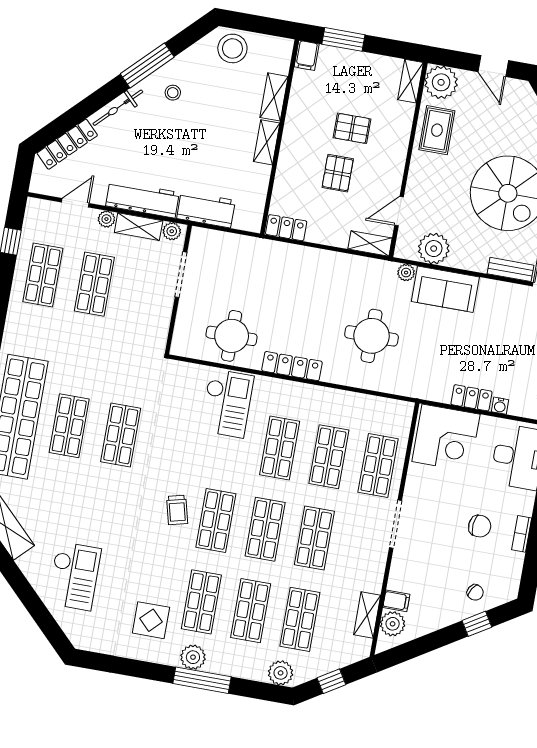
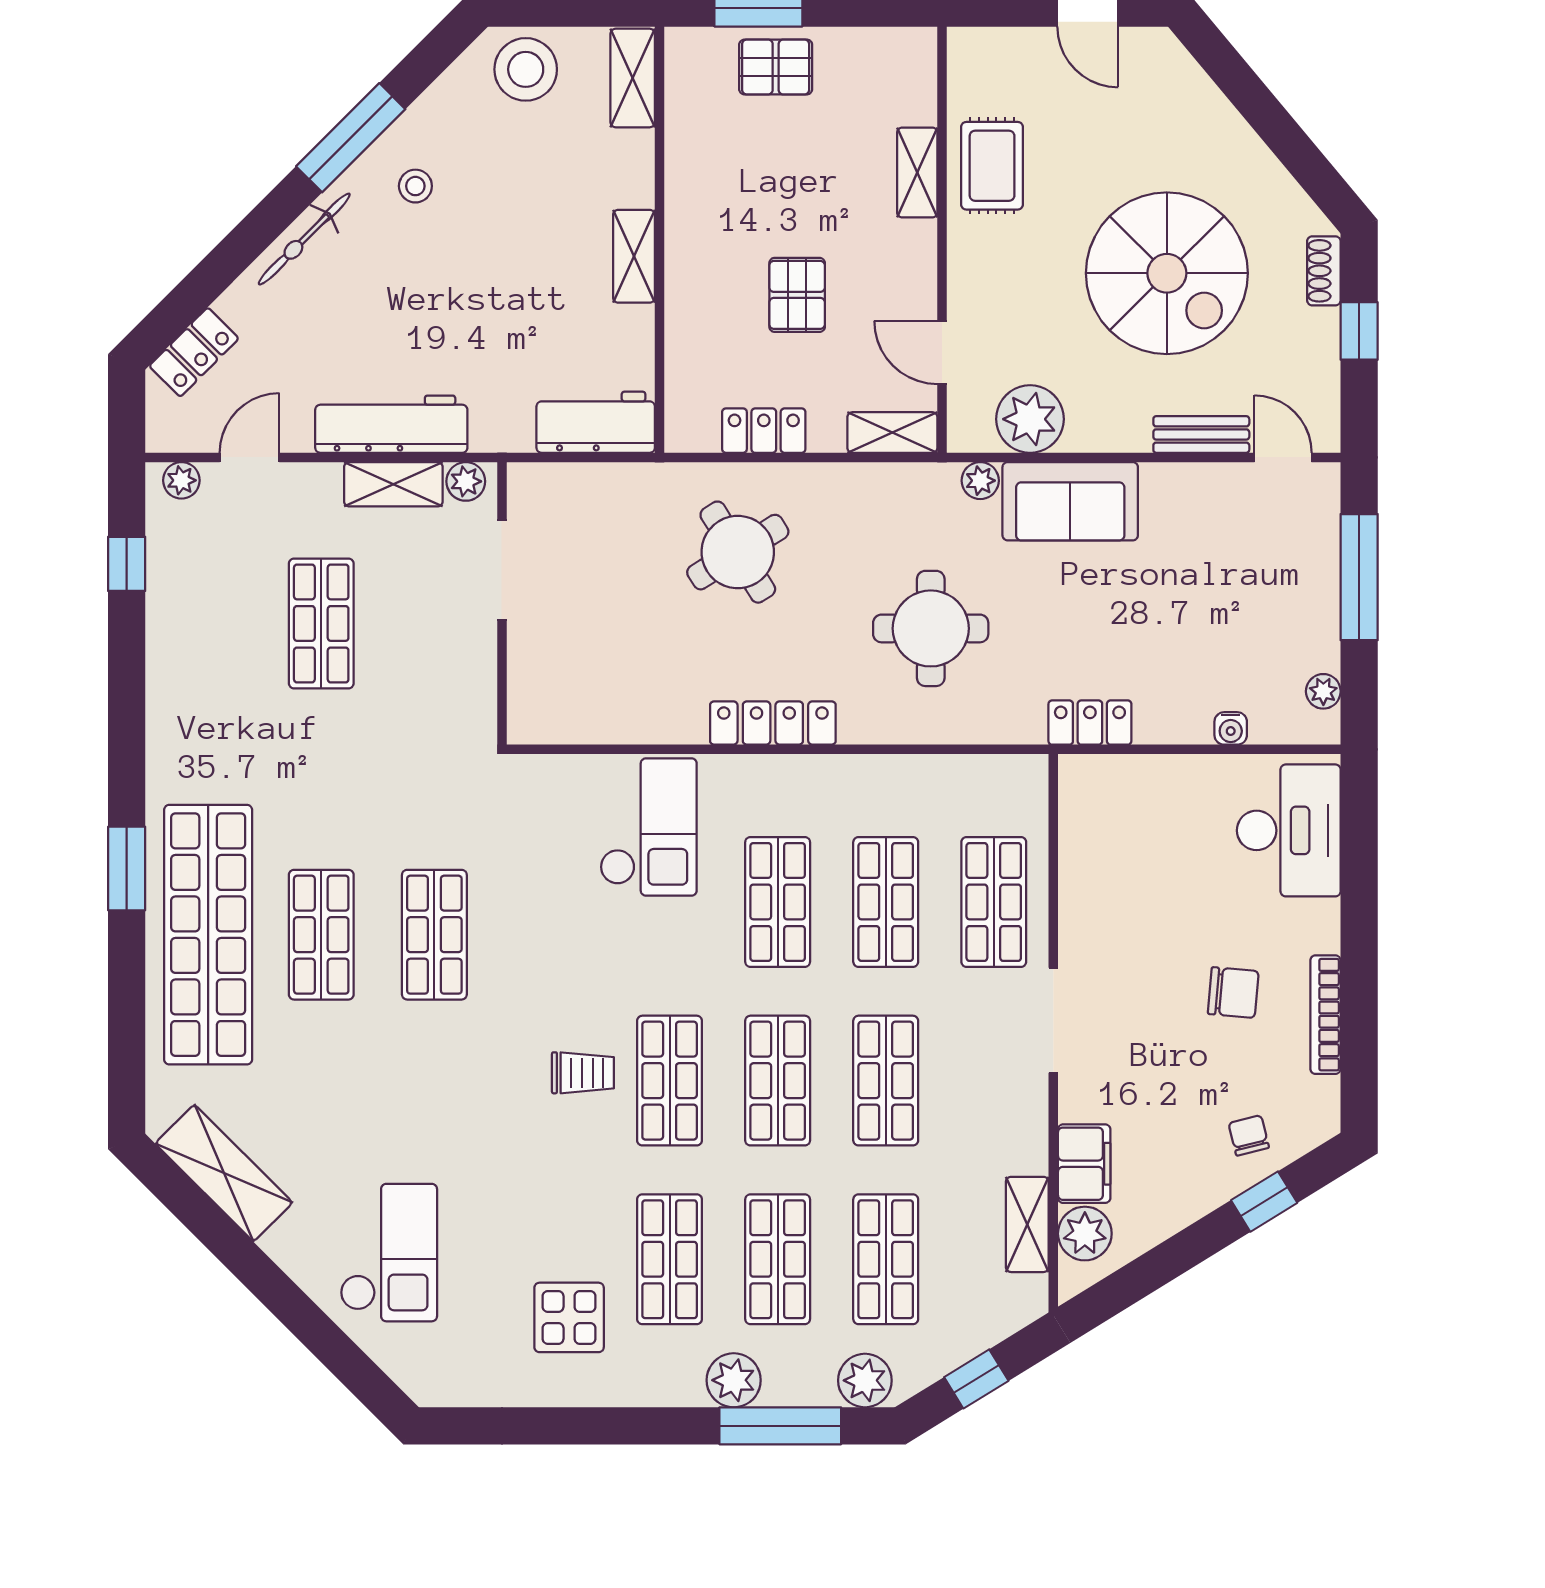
filing cabinet: (307, 55) -> (686, 56), removed
shelving: (411, 81) -> (917, 173), moved
plant: (441, 82) -> (983, 62), removed
shelving: (274, 97) -> (633, 78), moved
pallet: (352, 128) -> (776, 67), moved
locker: (67, 144) -> (194, 352), width x0.66
workbench: (206, 209) -> (596, 422), moved
door: (399, 211) -> (942, 353), hinge flipped
plant: (106, 219) -> (181, 480), moved
locker: (286, 228) -> (764, 431), moved
shop shelf: (43, 275) -> (208, 623), removed
round table: (232, 336) -> (738, 552), moved, turned -32
locker: (471, 398) -> (1090, 723), moved
corner desk: (446, 438) -> (1128, 818), removed
trolley: (177, 510) -> (583, 1073), turned -76
bookcase: (522, 534) -> (1325, 1015), width x1.56
chair: (475, 592) -> (1249, 1135), turned -136
filing cabinet: (396, 601) -> (1084, 1164), width x2.00
plant: (193, 657) -> (734, 1380), moved
window: (202, 680) -> (780, 1426), moved

